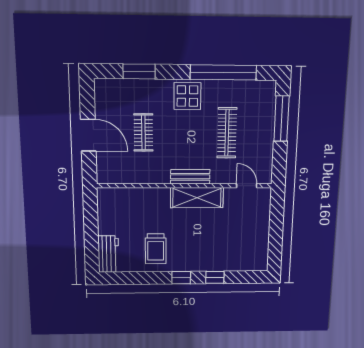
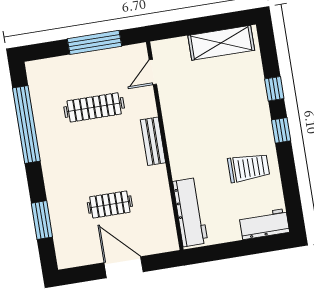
display table: (187, 96) -> (60, 161), removed
window: (281, 119) -> (95, 42), moved
door: (88, 135) -> (124, 267), hinge flipped
workbench: (127, 198) -> (190, 212), added
shelving: (197, 198) -> (221, 43), moved, turned 90

